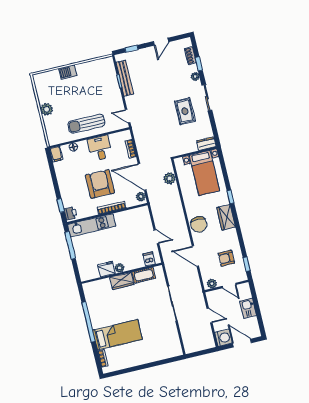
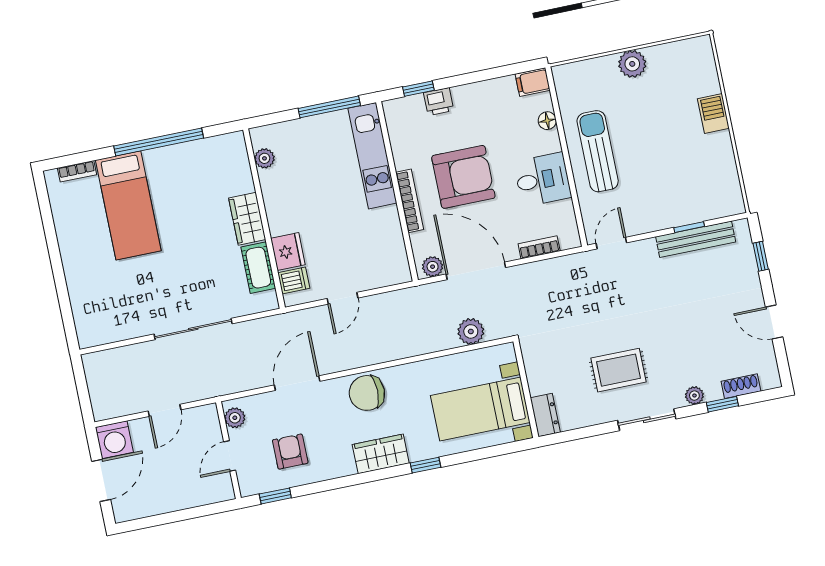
door: (142, 177) -> (476, 271), hinge flipped
printer: (70, 213) -> (439, 102), moved
plant: (119, 268) -> (264, 158), moved
fridge: (106, 269) -> (288, 252), moved
kitchen sink: (248, 308) -> (178, 496), removed

